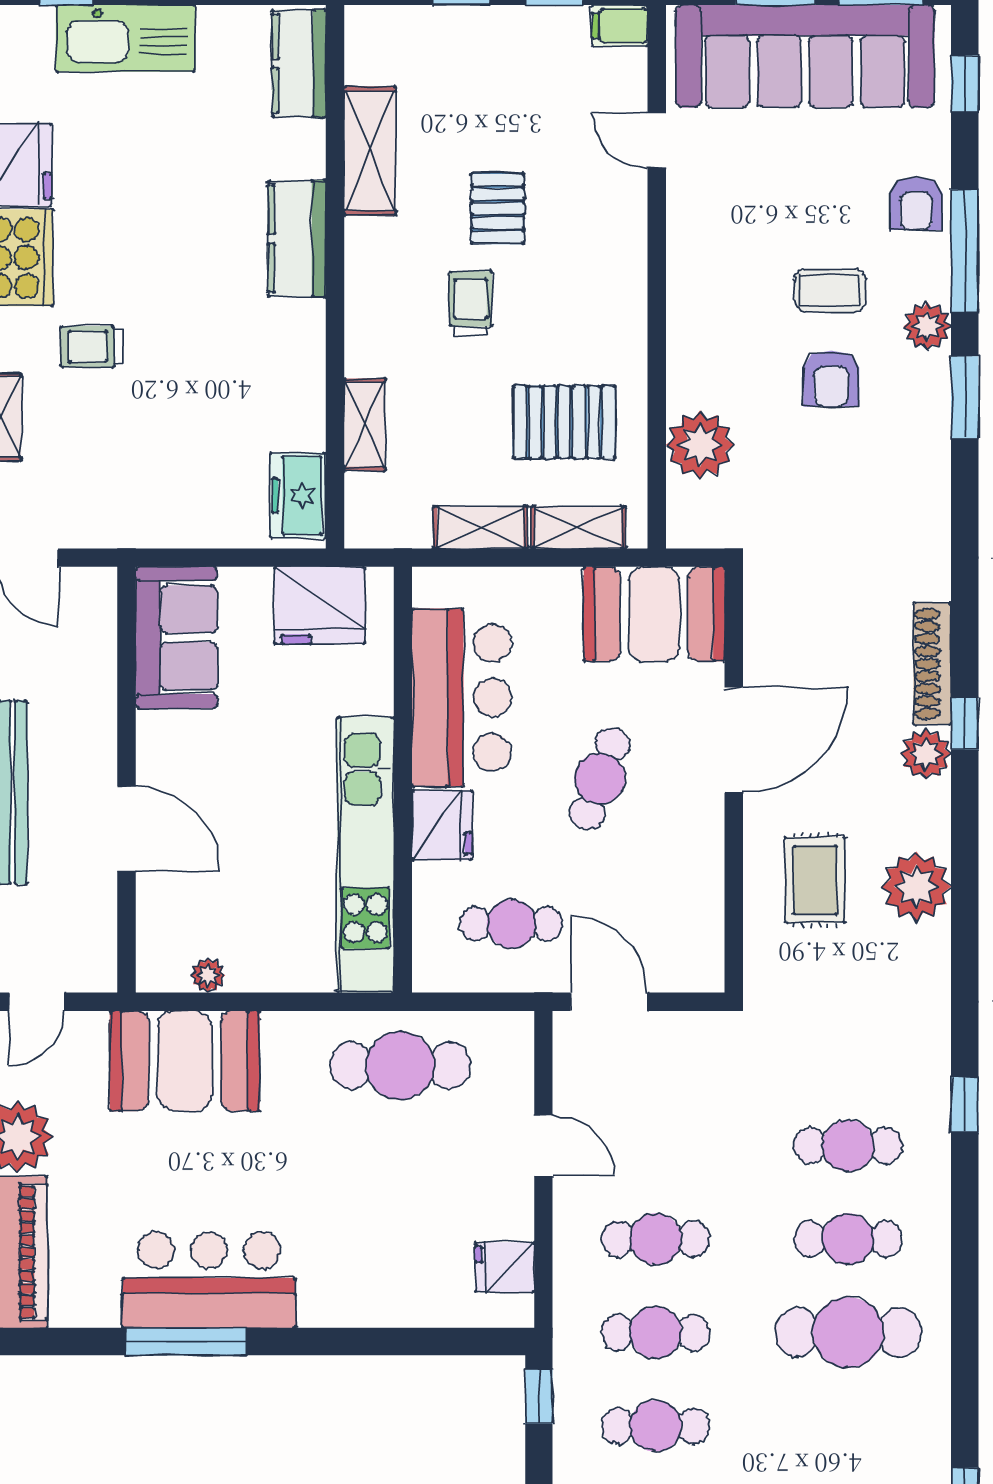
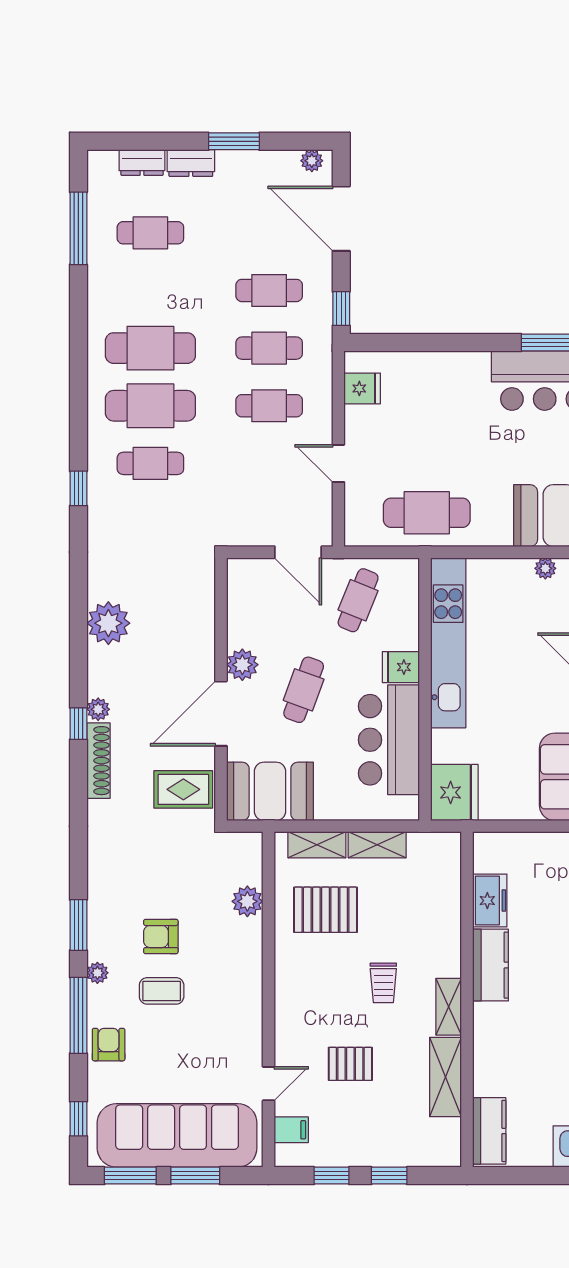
filing cabinet: (620, 26) -> (291, 1130), moved
door: (657, 140) -> (268, 1084), hinge flipped
pallet: (498, 209) -> (350, 1064), moved, turned 90
kitchen counter: (297, 239) -> (490, 965), moved
plant: (927, 326) -> (97, 973), width x0.73, depth x0.73
armchair: (831, 379) -> (161, 937), turned -90
shelving: (365, 425) -> (449, 1007), moved
plant: (700, 445) -> (247, 901), width x0.73, depth x0.73
freezer: (298, 495) -> (490, 901), moved
fridge: (320, 605) -> (454, 792), moved, turned 90
plant: (926, 754) -> (98, 709), width x0.73, depth x0.73
plant: (699, 819) -> (242, 665), added
fridge: (442, 825) -> (401, 667), width x0.72
rug: (815, 880) -> (183, 789), moved, turned 90
cafe table: (511, 924) -> (358, 600), turned -68
cafe table: (848, 1239) -> (150, 406), width x1.37, depth x1.35

